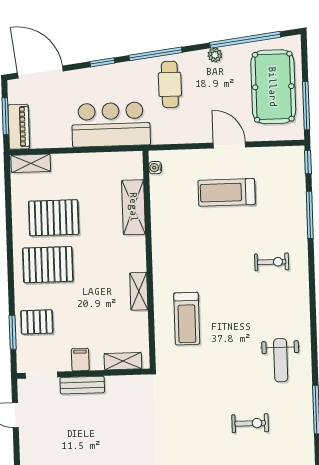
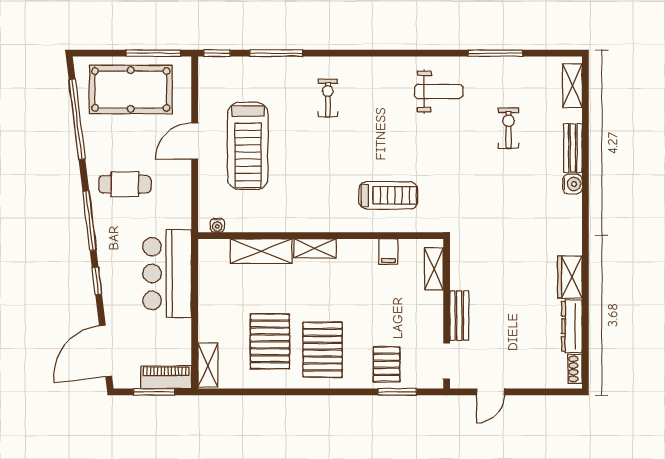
plant: (215, 55) -> (93, 154), removed
cafe table: (170, 84) -> (125, 184), moved
treadmill: (227, 192) -> (248, 146), width x1.37, depth x1.38
shelving: (139, 291) -> (315, 248), moved
filing cabinet: (80, 360) -> (388, 252), moved, turned -90

